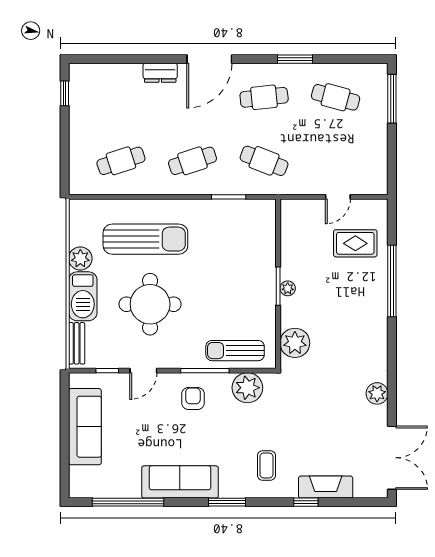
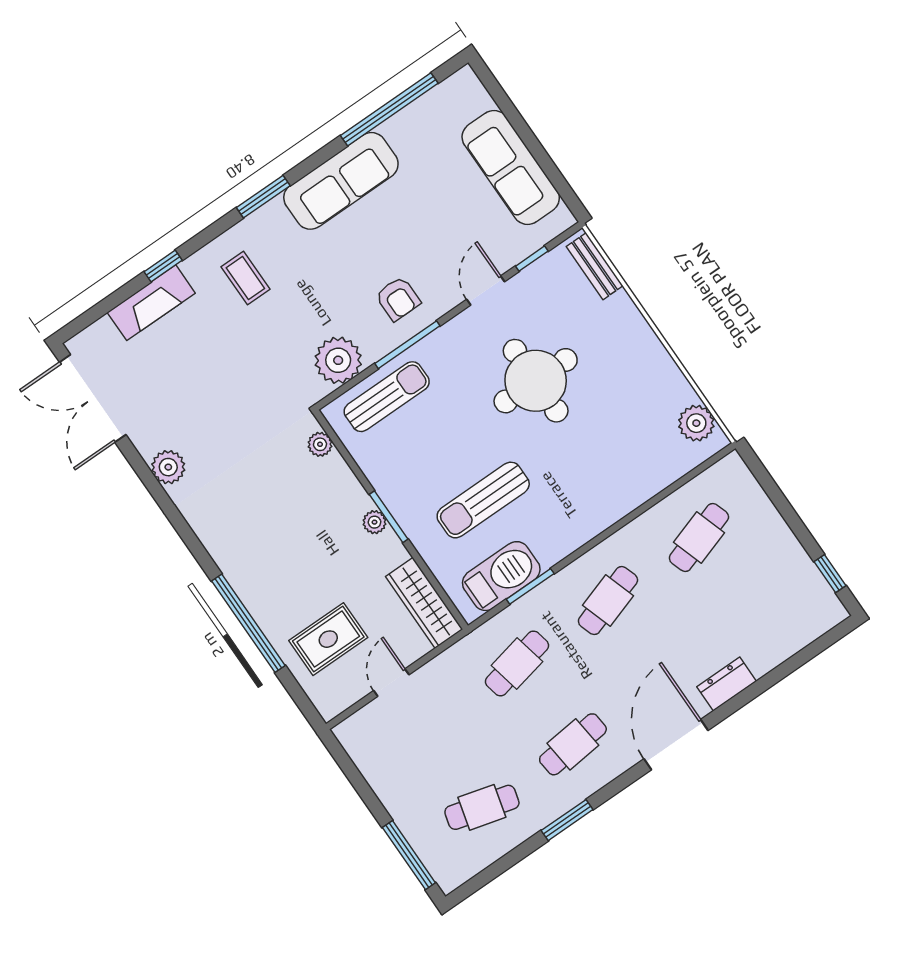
cafe table: (264, 161) -> (517, 664), turned -33
wardrobe: (291, 227) -> (424, 603), added
sun lounger: (145, 239) -> (483, 500), moved, width x0.73, depth x0.75
plant: (80, 258) -> (696, 423), moved
barbecue: (83, 296) -> (501, 576), moved, turned 90
plant: (295, 343) -> (320, 444), width x0.53, depth x0.53

